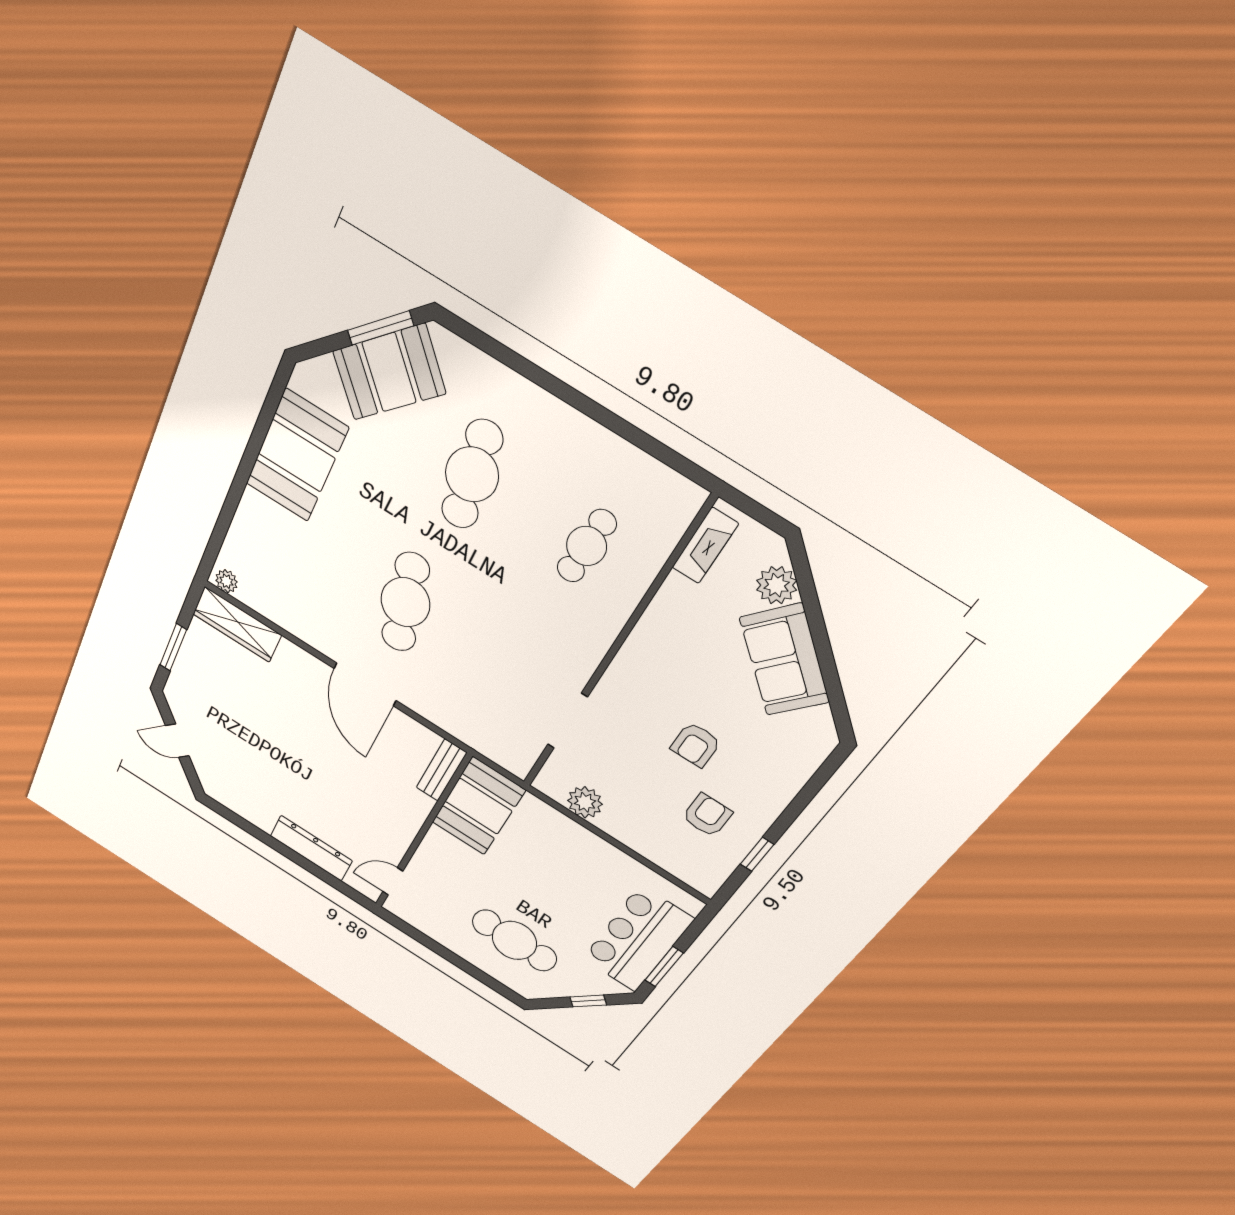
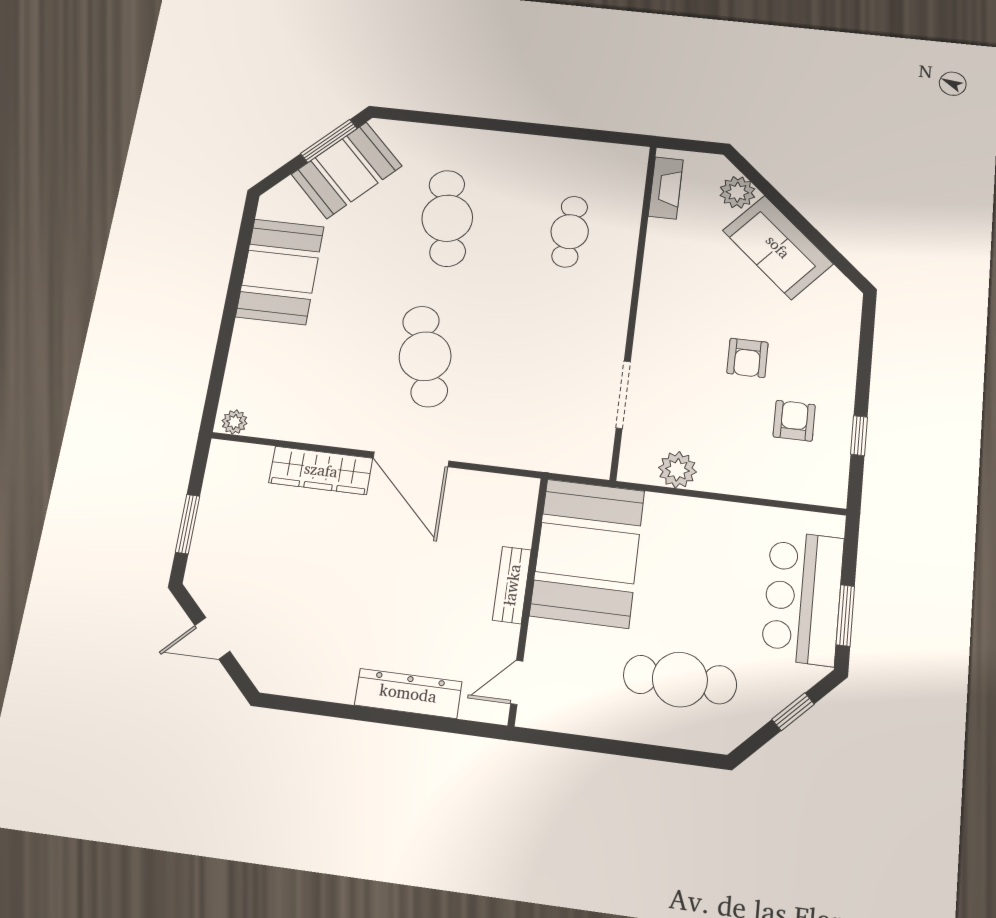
wardrobe: (237, 624) -> (321, 470), moved
bench: (441, 770) -> (512, 585), moved
booth: (478, 806) -> (587, 553), width x1.36, depth x1.42

